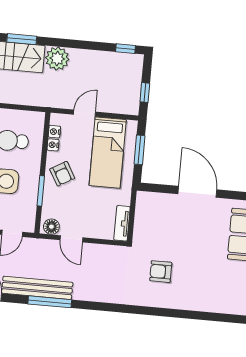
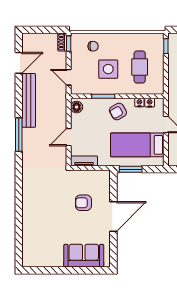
window: (140, 150) -> (131, 169), moved
door: (71, 239) -> (69, 137), moved
armchair: (161, 272) -> (83, 203), moved, turned -90
window: (50, 302) -> (19, 135), moved

